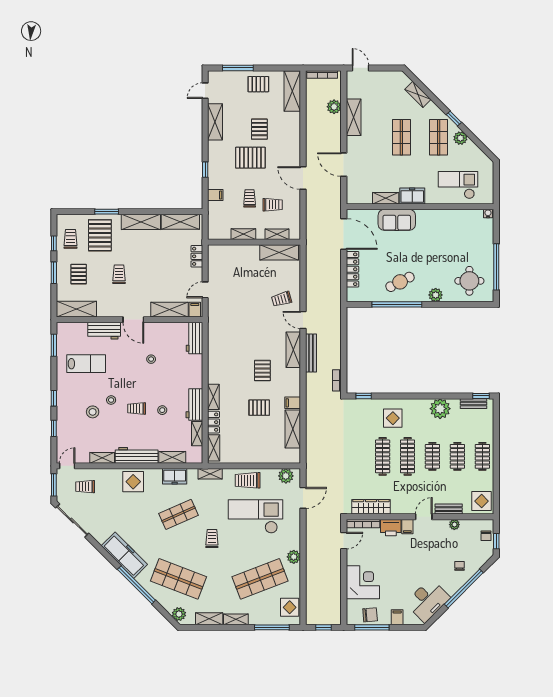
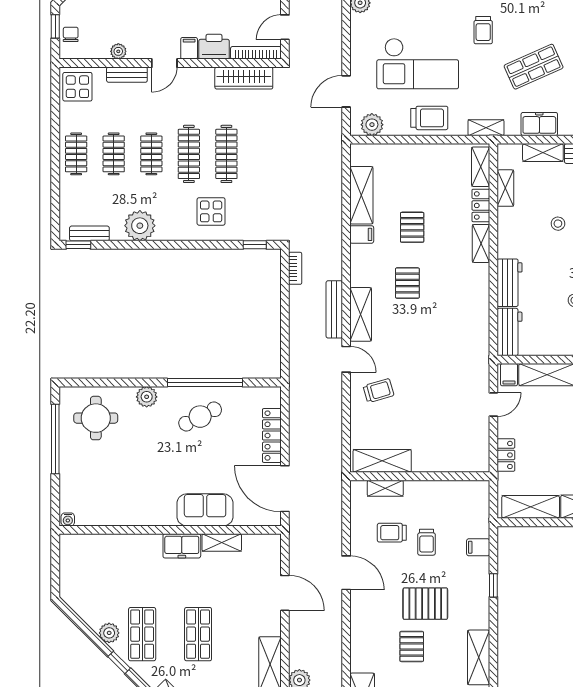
checkout: (458, 185) -> (113, 562), removed
shelving: (243, 234) -> (436, 488), removed
workbench: (194, 405) -> (510, 283), moved
pallet: (259, 408) -> (412, 227), turned 90

